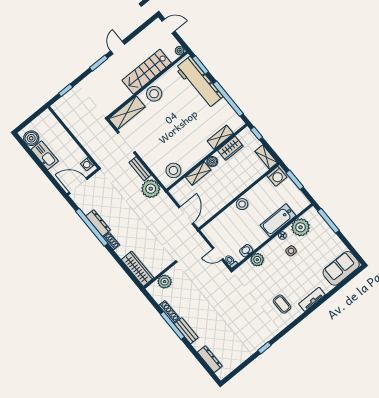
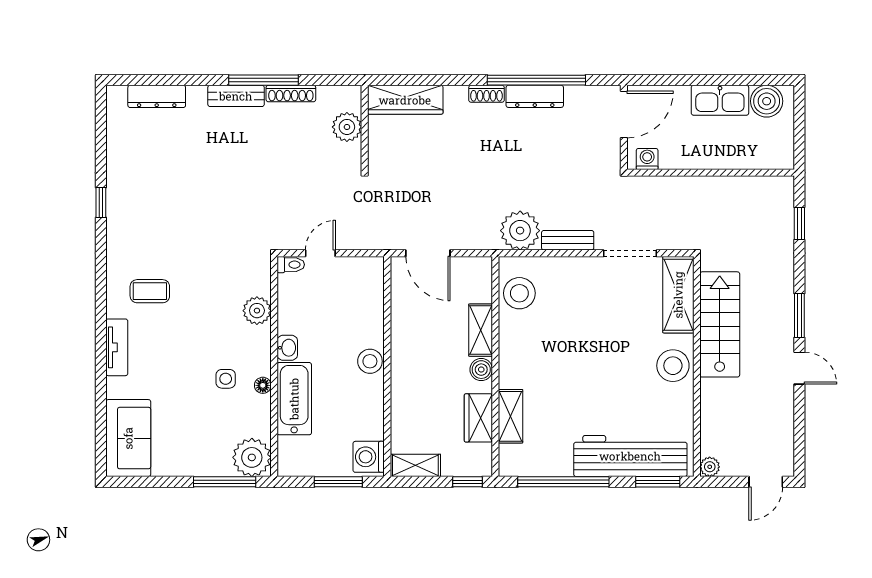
stairs: (147, 72) -> (720, 324), moved
plant: (301, 227) -> (252, 457), moved
washbasin: (246, 251) -> (287, 348), moved

